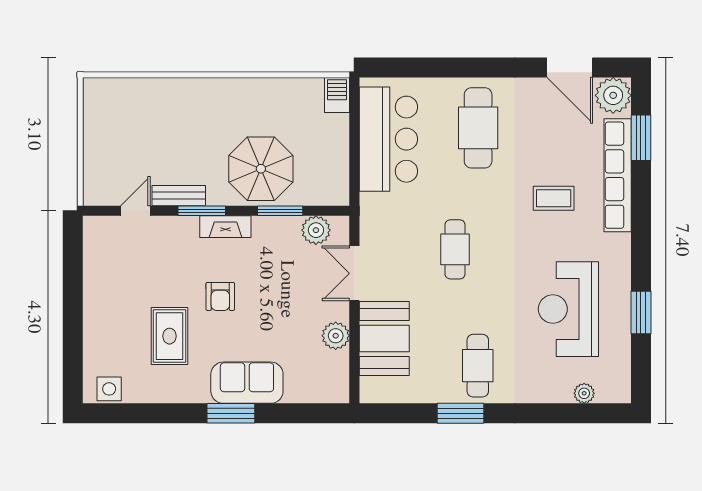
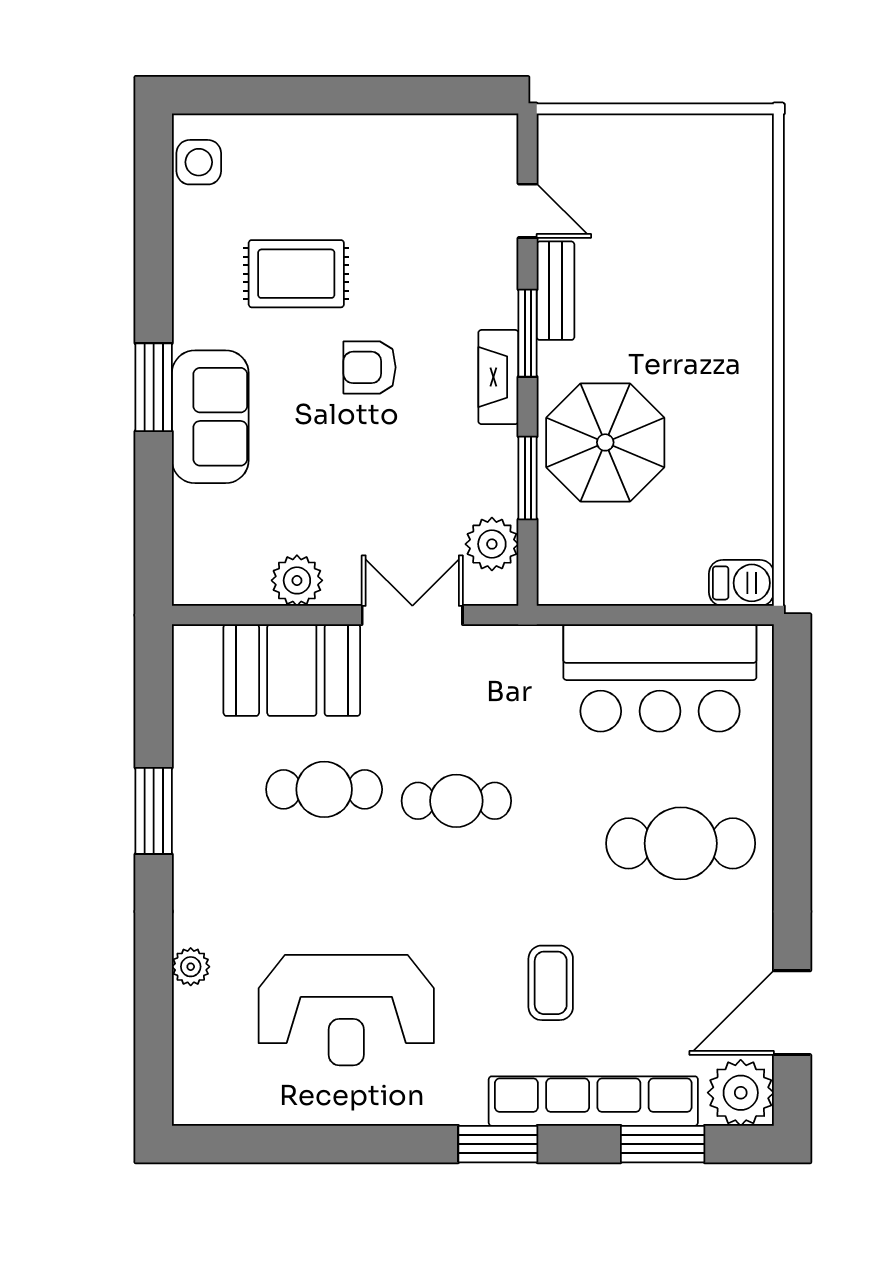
reception desk: (568, 309) -> (346, 1010), turned 180
window: (641, 313) -> (498, 1144), moved
cafe table: (478, 366) -> (324, 789), moved
plant: (584, 393) -> (191, 967), moved

